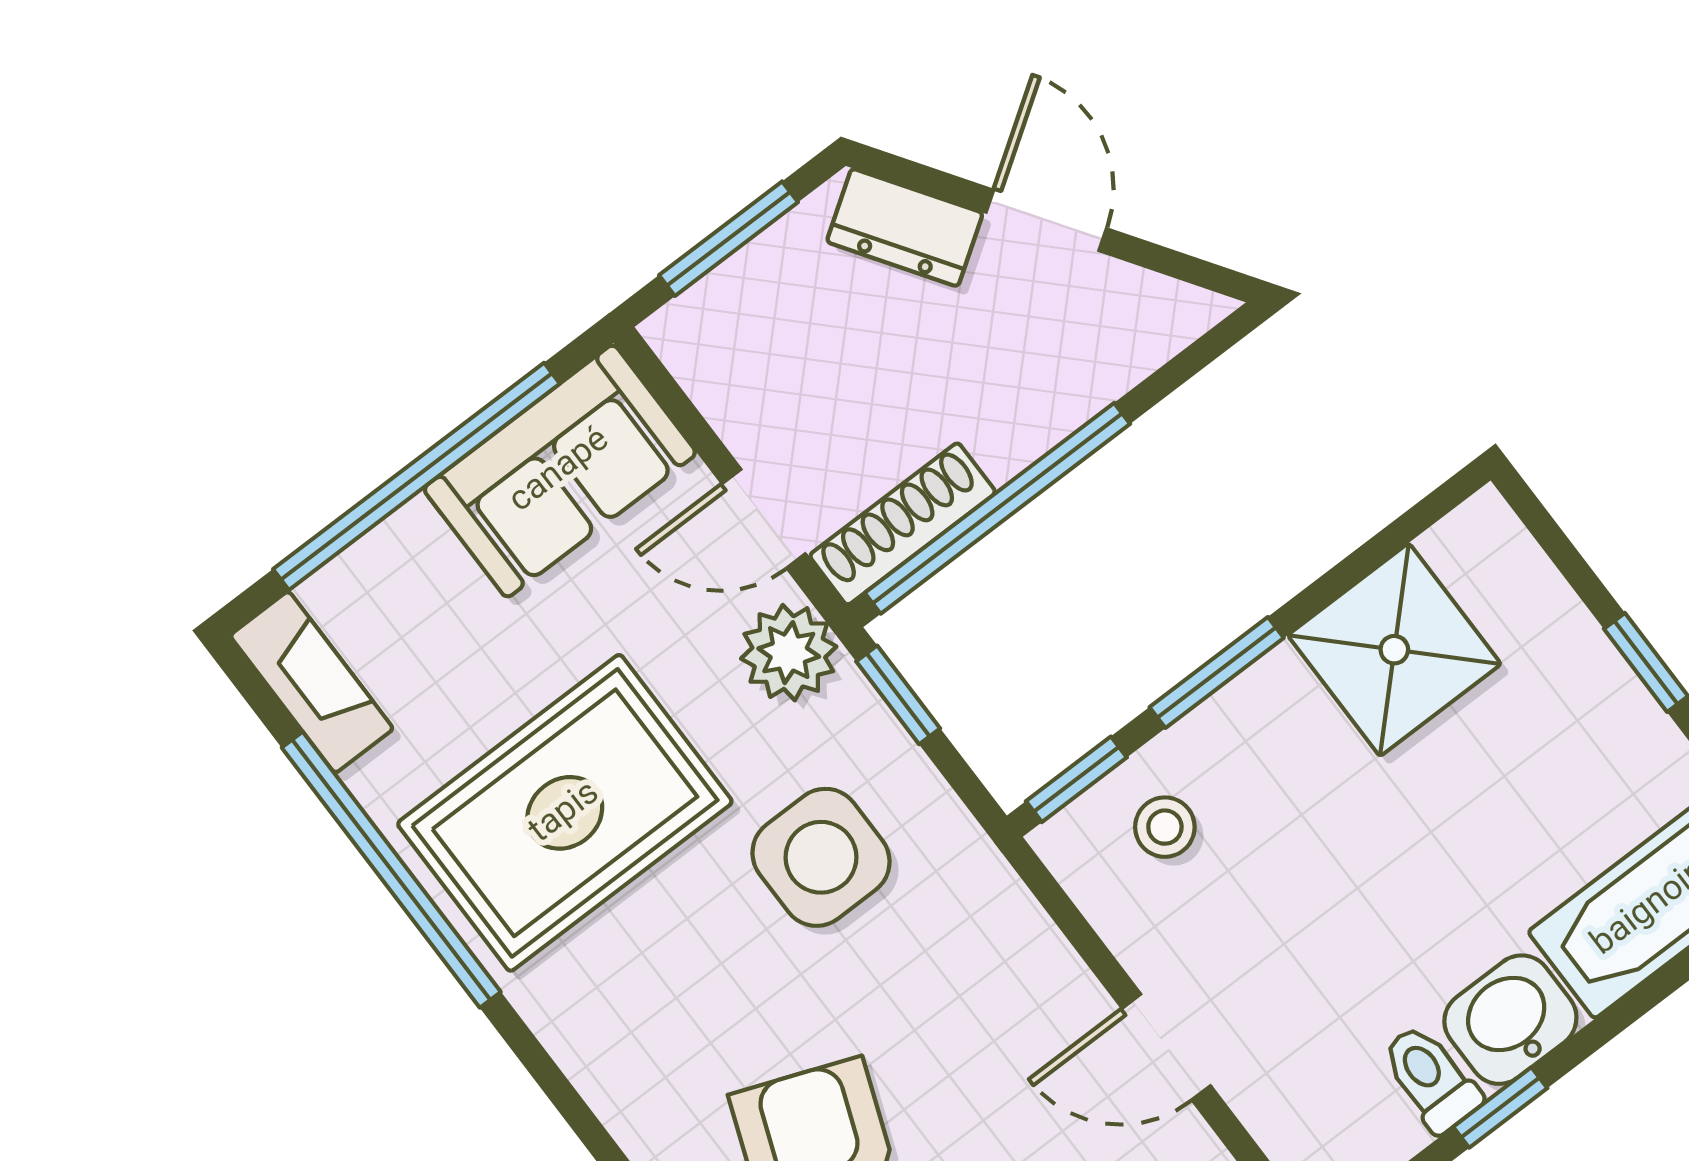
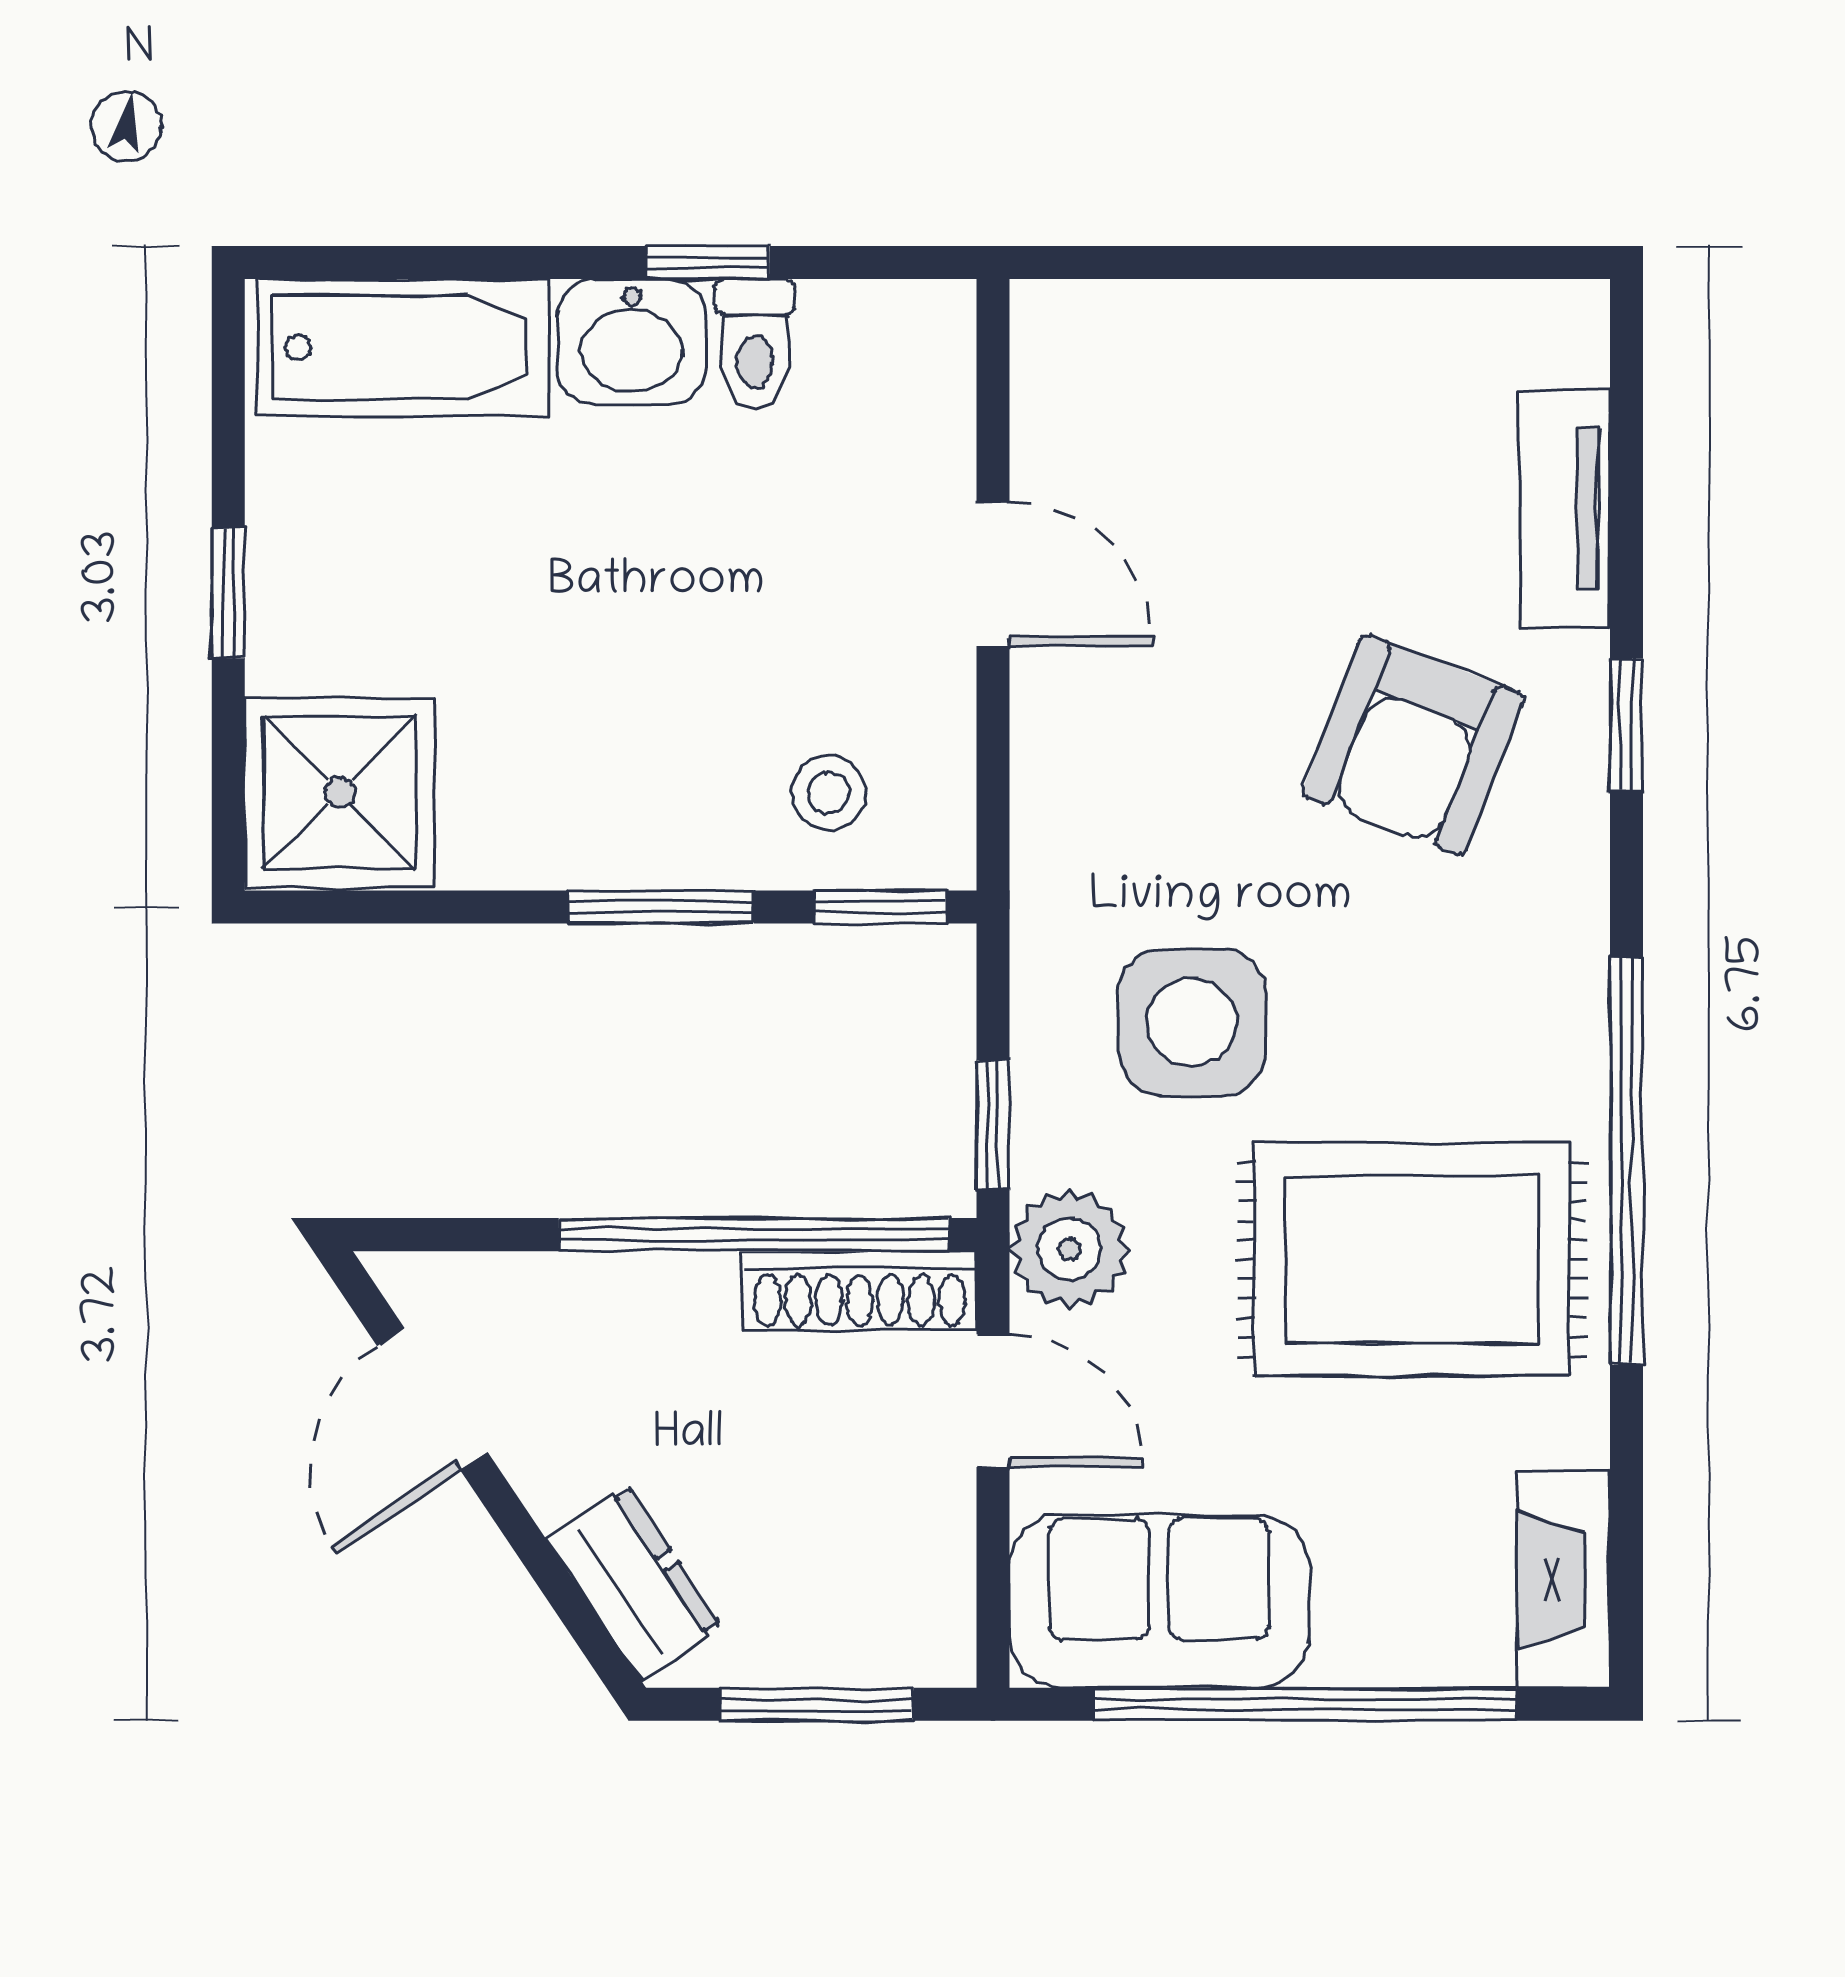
door: (1046, 220) -> (432, 1399), moved
shower: (1394, 650) -> (340, 792), moved
window: (391, 870) -> (1627, 1161), moved

